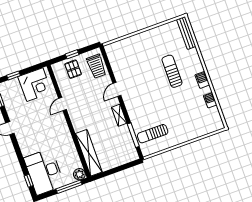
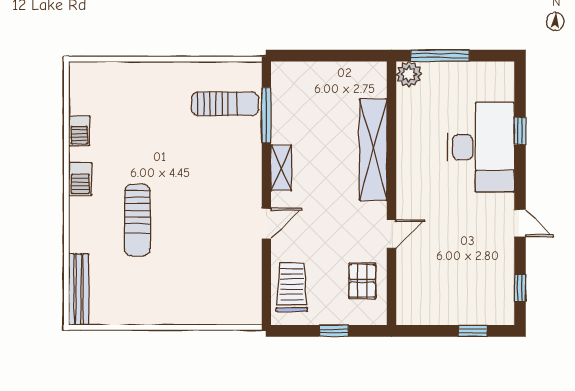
pallet: (73, 69) -> (362, 281), moved
corner desk: (35, 85) -> (435, 295), removed
shelving: (89, 153) -> (373, 150), moved
desk: (44, 172) -> (481, 147), moved
window: (29, 181) -> (520, 131), moved

